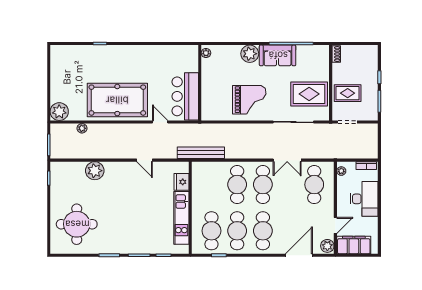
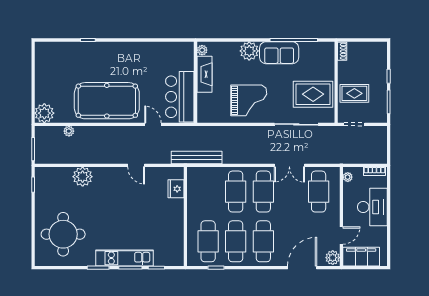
fireplace: (208, 75) -> (204, 74), added
kitchen unit: (181, 218) -> (124, 258), moved, turned 90

